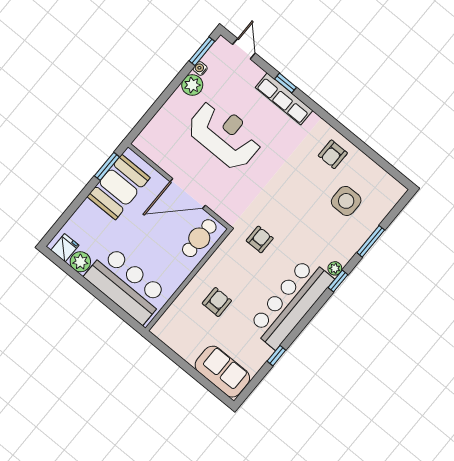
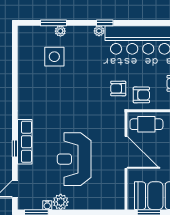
armchair: (333, 154) -> (141, 95), moved
plant: (367, 229) -> (60, 31), added
window: (371, 241) -> (53, 23), moved

